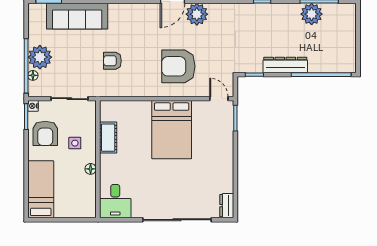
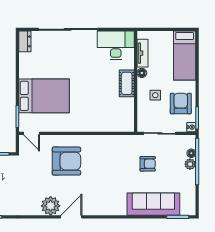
plant: (40, 57) -> (190, 164), width x0.53, depth x0.53
armchair: (112, 61) -> (148, 164), moved
bed: (172, 130) -> (44, 96), moved, turned 90
cot: (108, 138) -> (127, 83), moved
tv unit: (90, 192) -> (142, 53), added
desk: (115, 201) -> (116, 45), width x1.37

